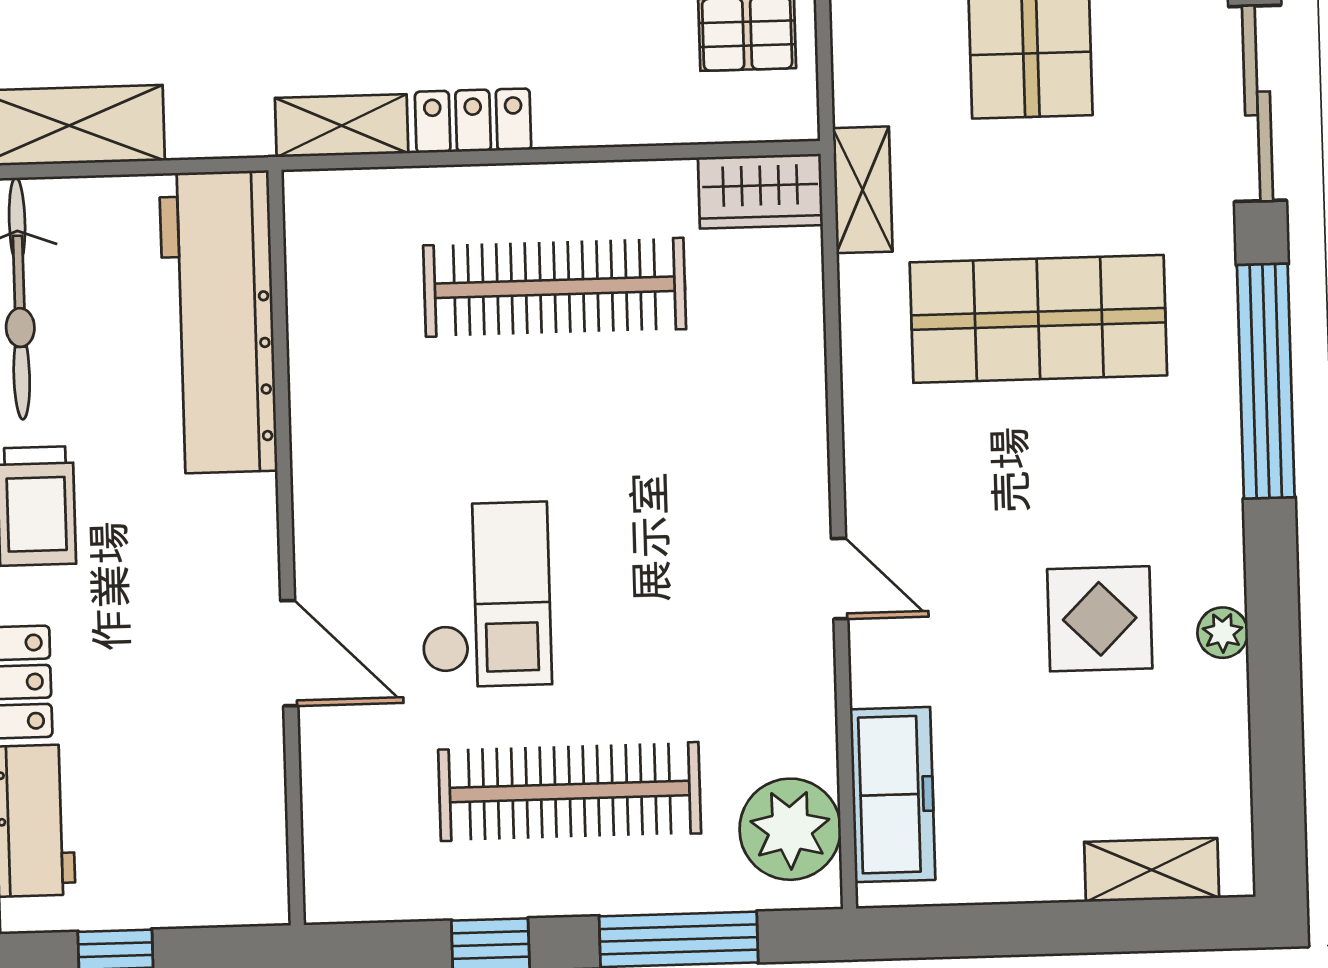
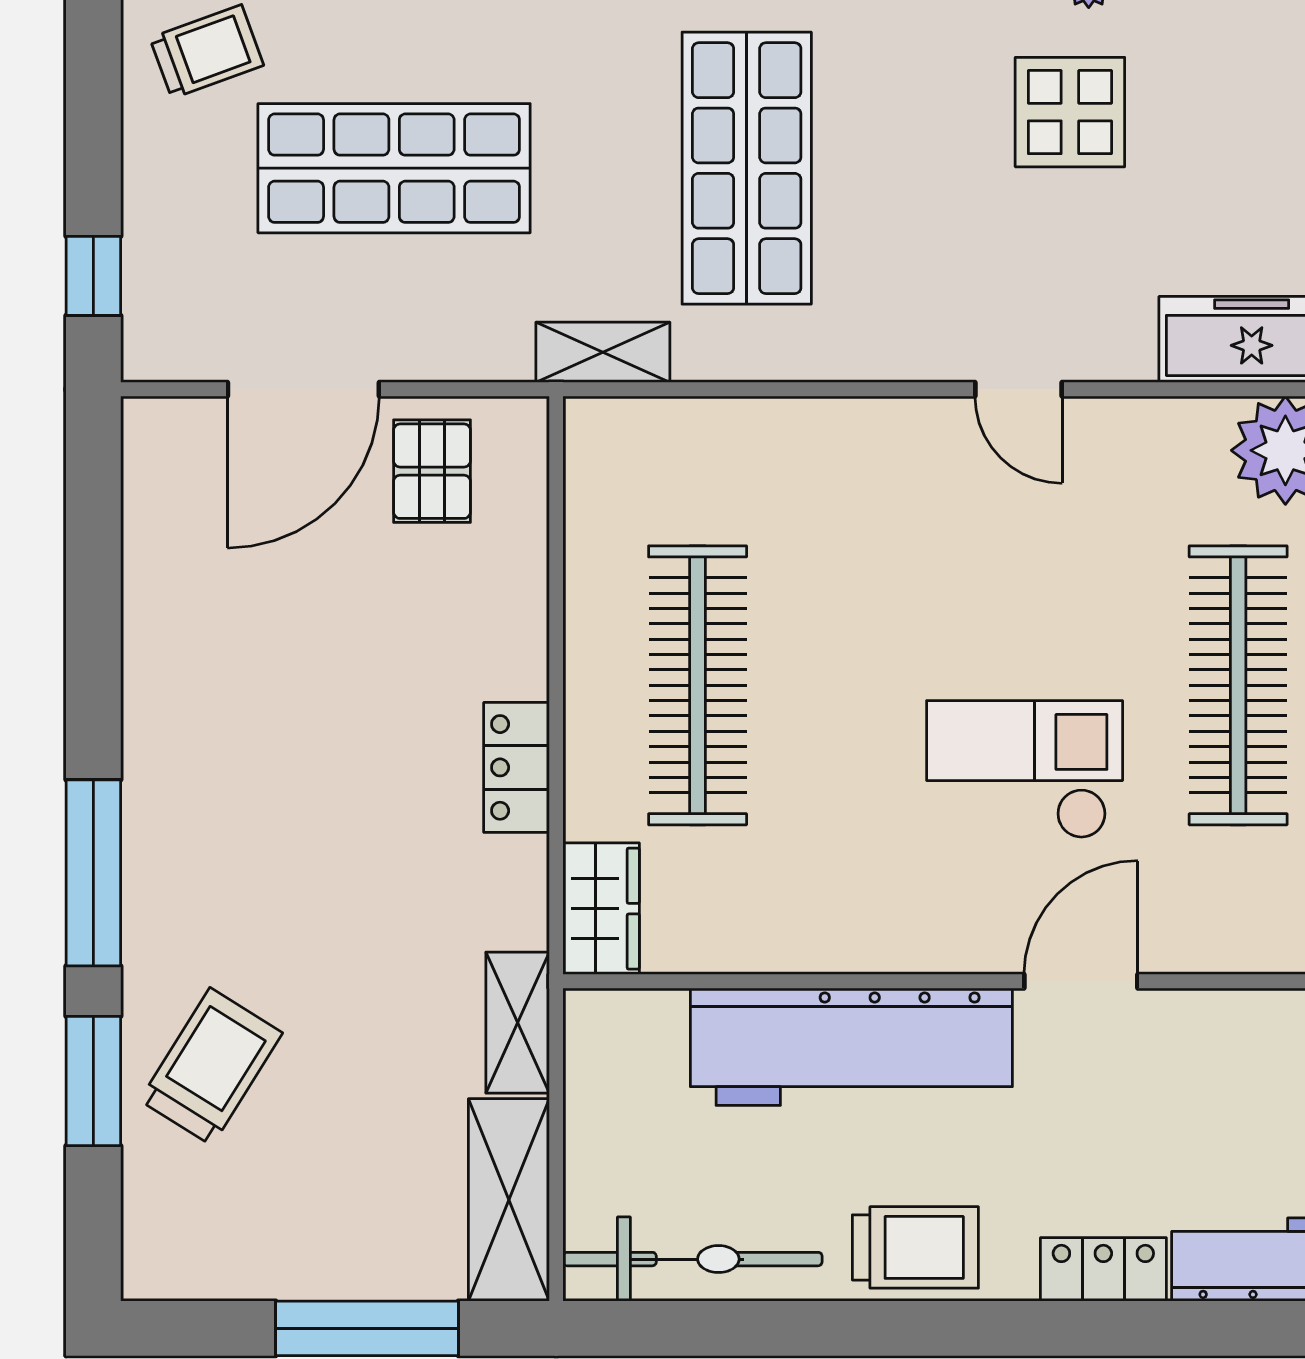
shelving: (342, 126) -> (518, 1023), moved
wardrobe: (760, 191) -> (601, 909), moved
workbench: (218, 322) -> (851, 1047), moved
door: (840, 579) -> (1019, 389), swing flipped

